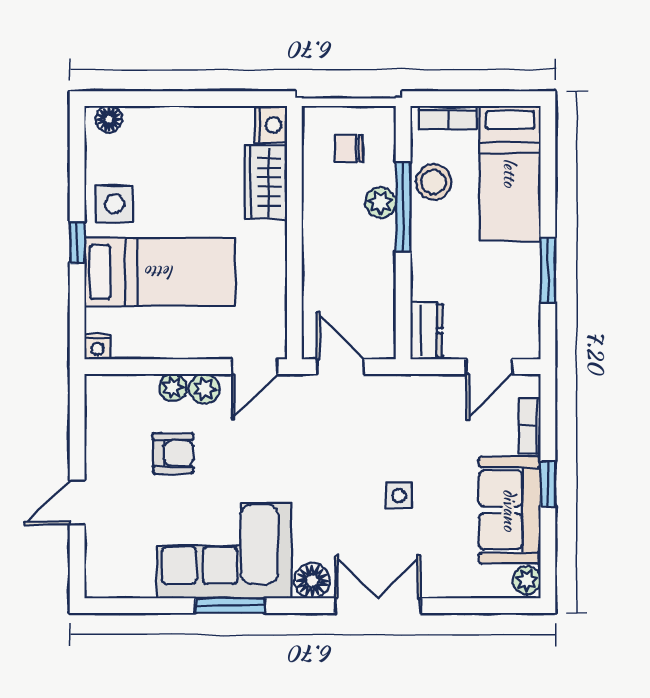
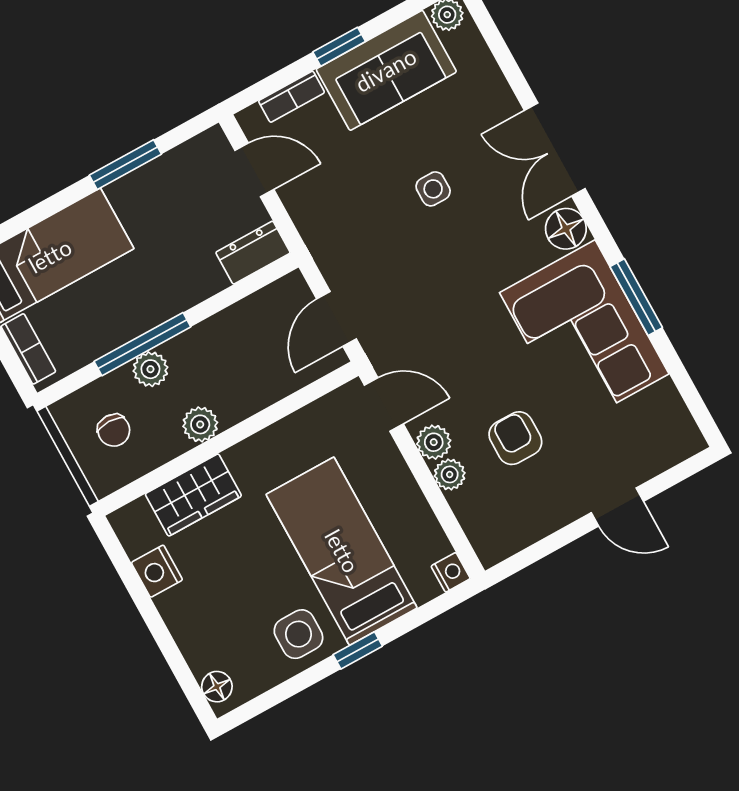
nightstand: (271, 125) -> (157, 571), moved, turned -90
stool: (434, 182) -> (101, 327), removed
plant: (317, 217) -> (200, 424), added

